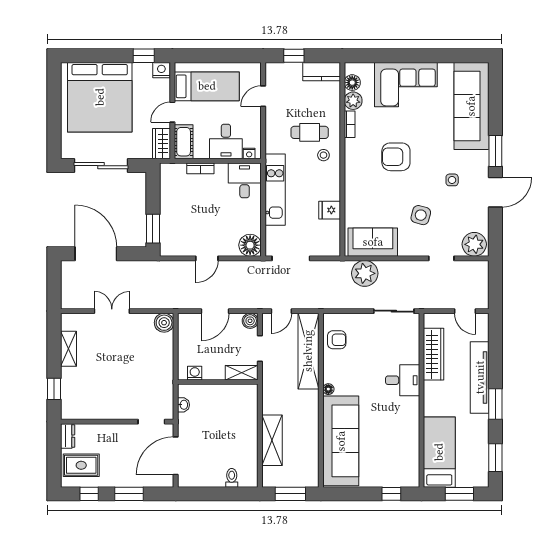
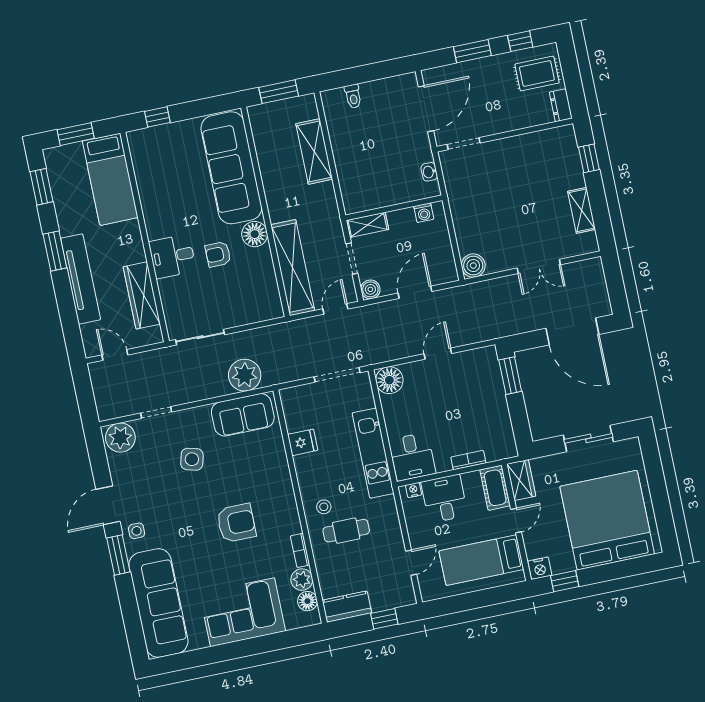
sliding door: (101, 166) -> (588, 438), width x0.73
side table: (452, 180) -> (137, 531), moved
armchair: (337, 340) -> (218, 254), moved
floor lamp: (328, 389) -> (255, 234), width x1.89, depth x1.89

